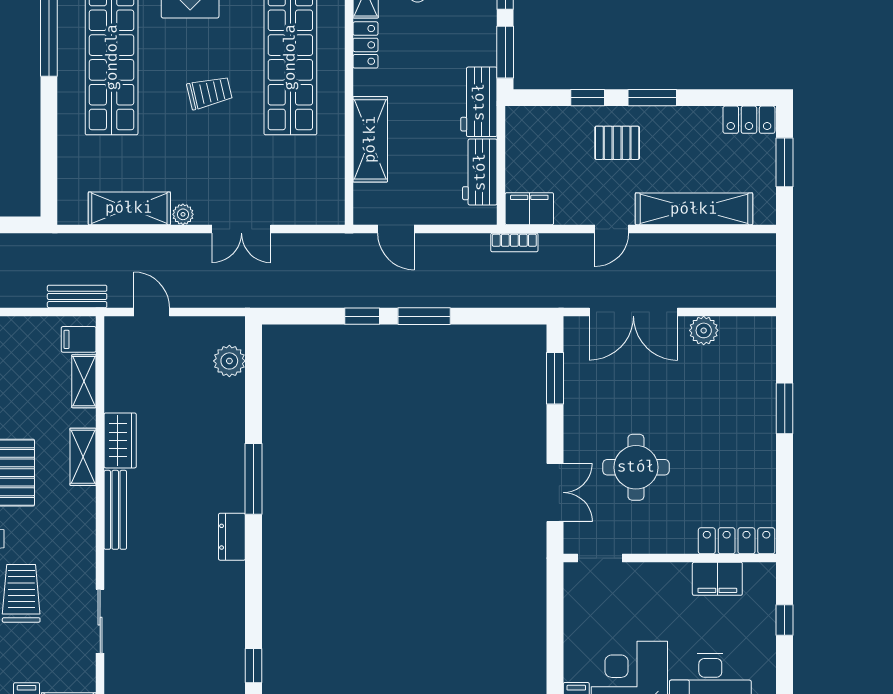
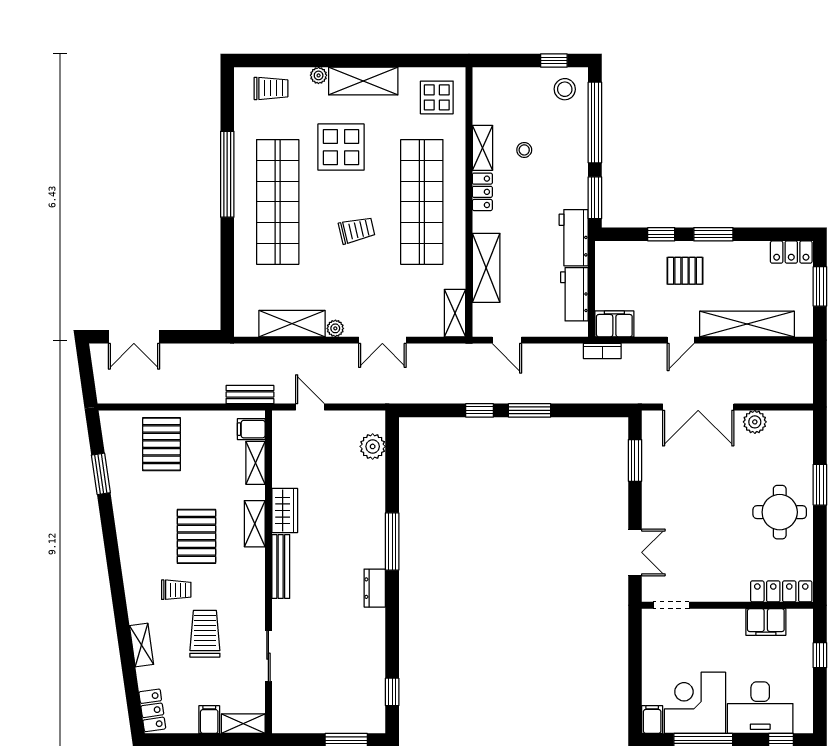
shelving: (332, 195) -> (455, 313), added
round table: (636, 467) -> (780, 512), moved

